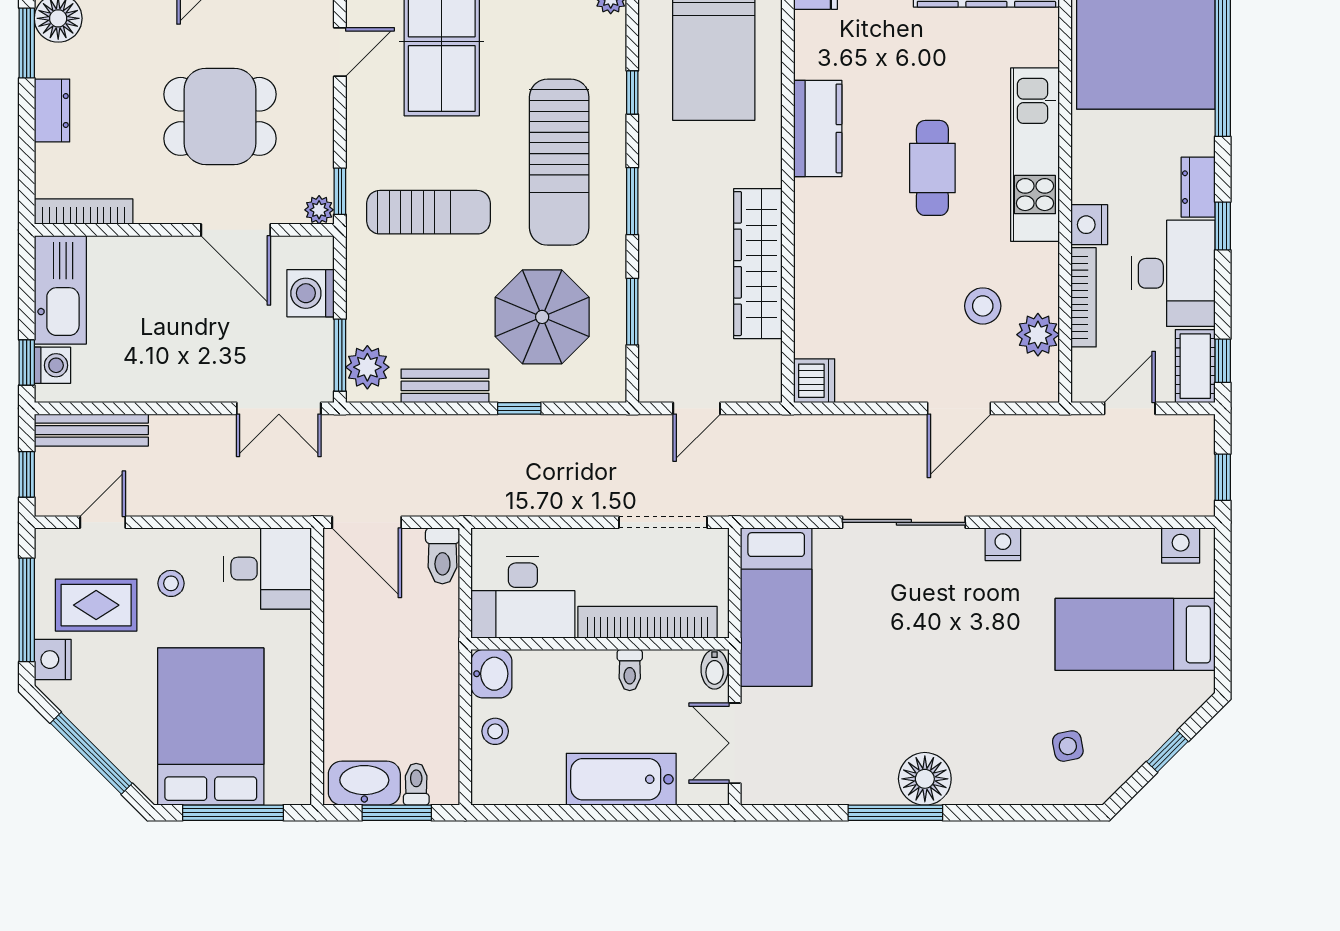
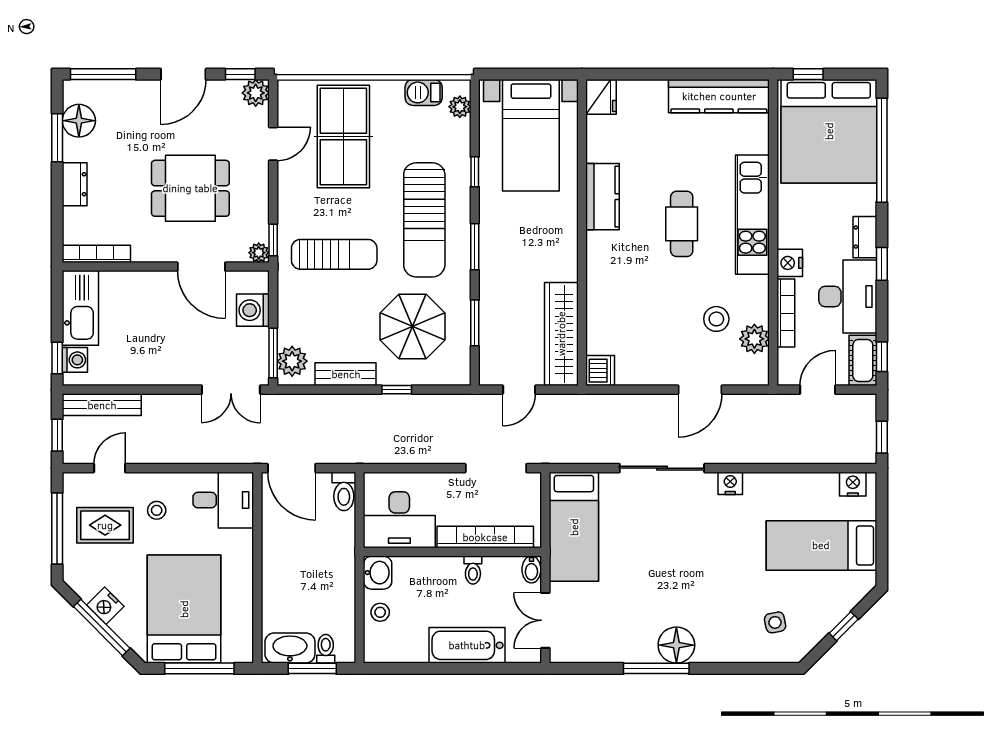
wardrobe: (758, 264) -> (561, 334), moved
nightstand: (53, 660) -> (105, 606), moved, turned -45

